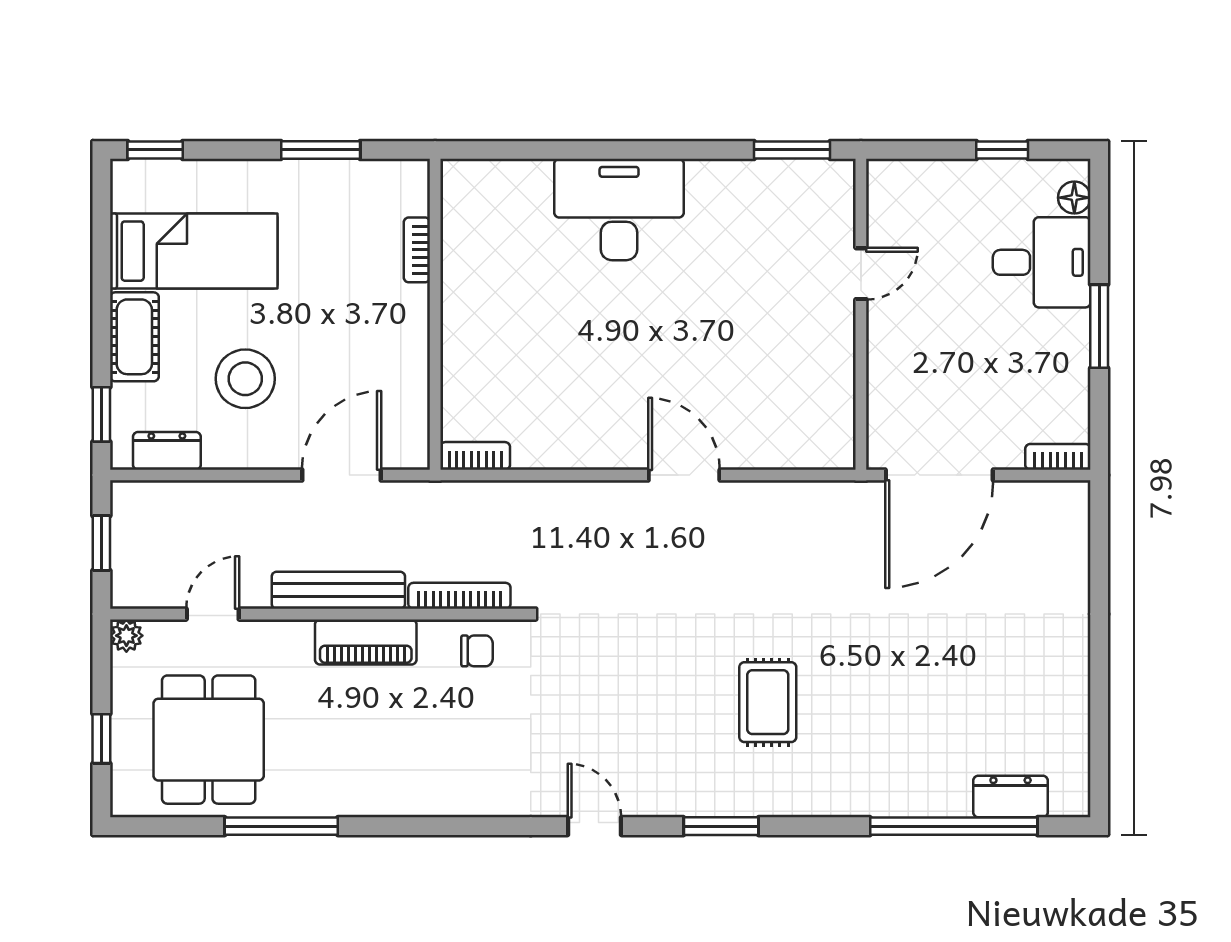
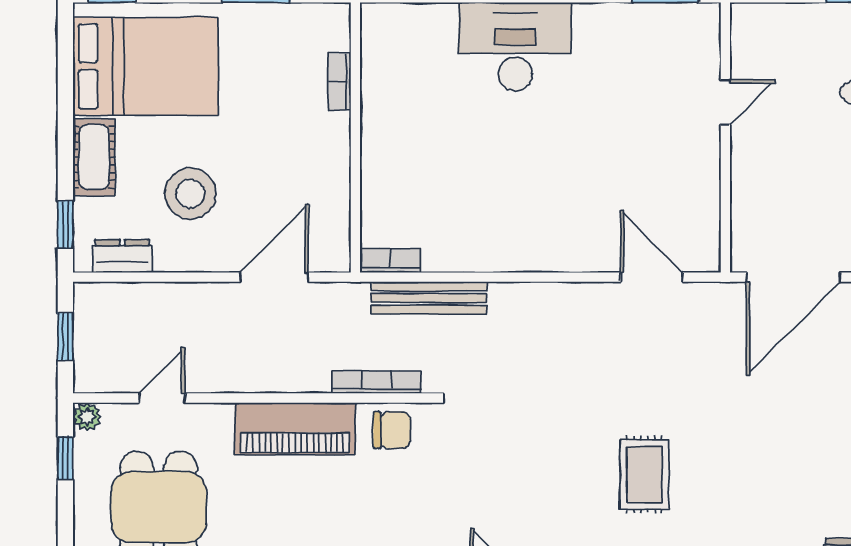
bed: (194, 251) -> (146, 66), width x1.50
door: (684, 475) -> (652, 277), moved
bench: (338, 590) -> (429, 298), moved
piano: (366, 642) -> (295, 429), width x1.37, depth x1.33
chair: (477, 651) -> (392, 430), width x1.37, depth x1.37
window: (101, 739) -> (65, 458), moved

